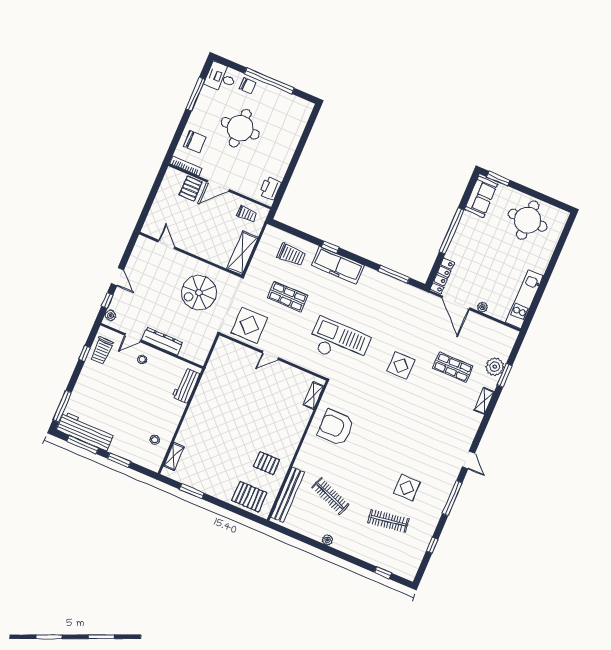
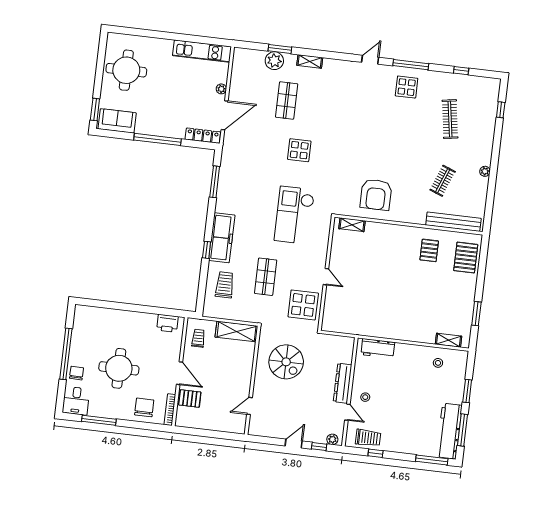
display table: (407, 488) -> (407, 87), moved
clothes rail: (330, 496) -> (443, 181), width x0.73

